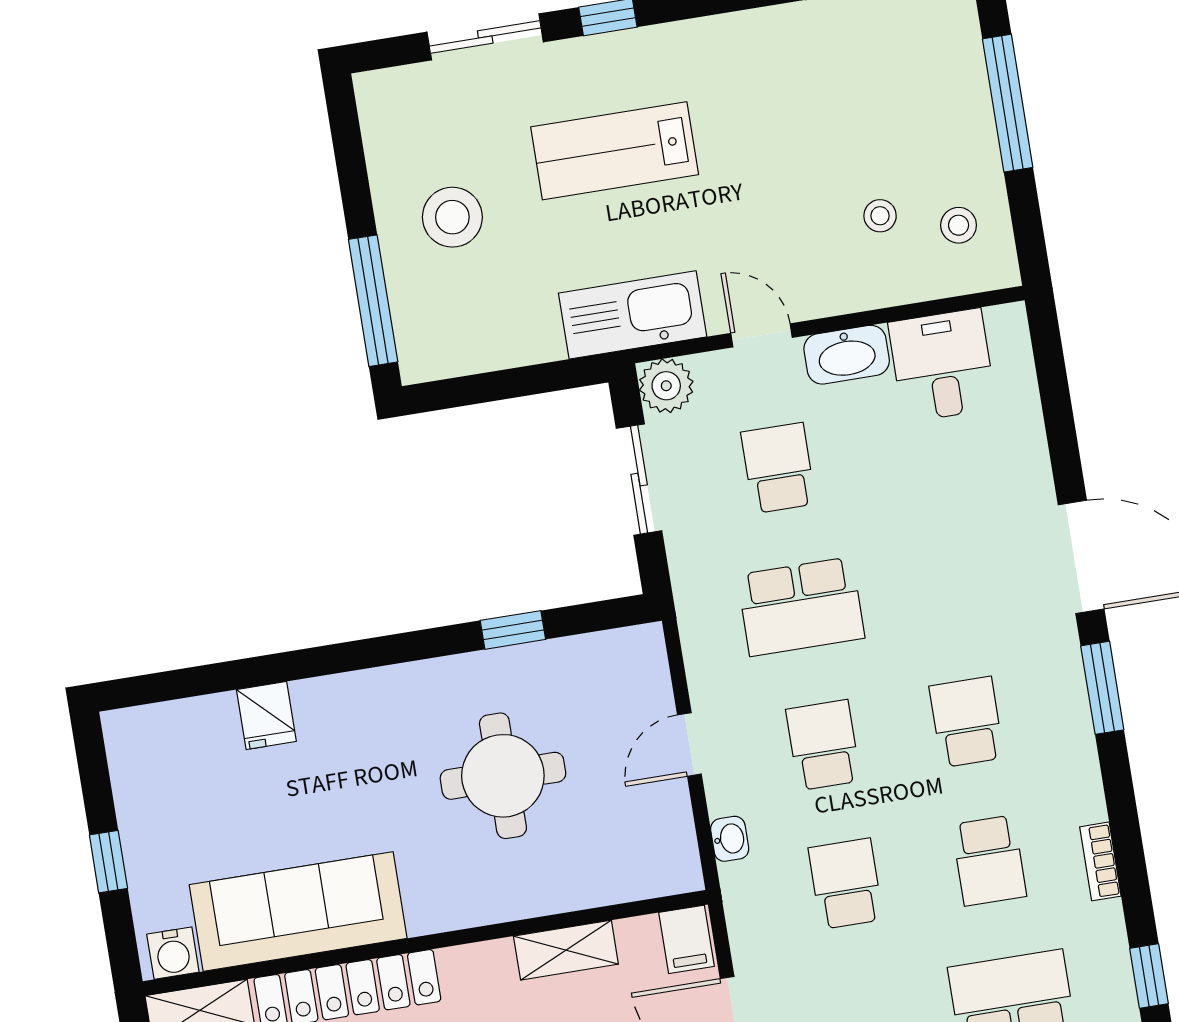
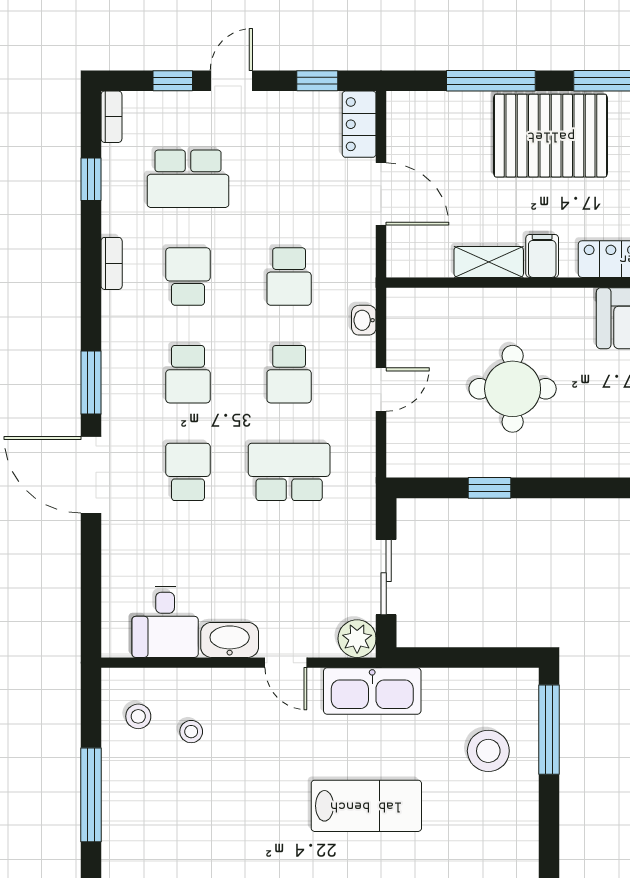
stool: (452, 217) -> (488, 751), moved
school desk: (778, 468) -> (188, 472), moved, turned 180
filing cabinet: (687, 939) -> (542, 256), moved

